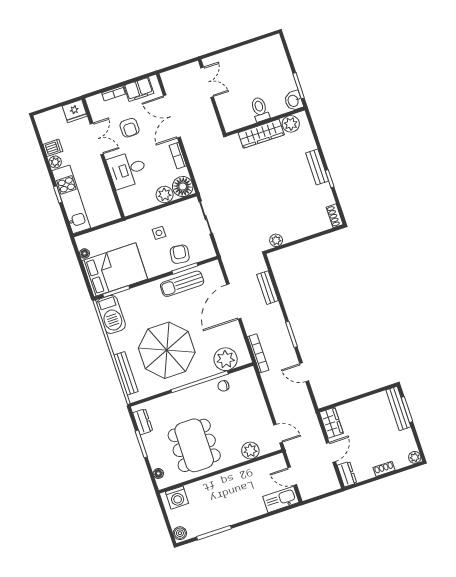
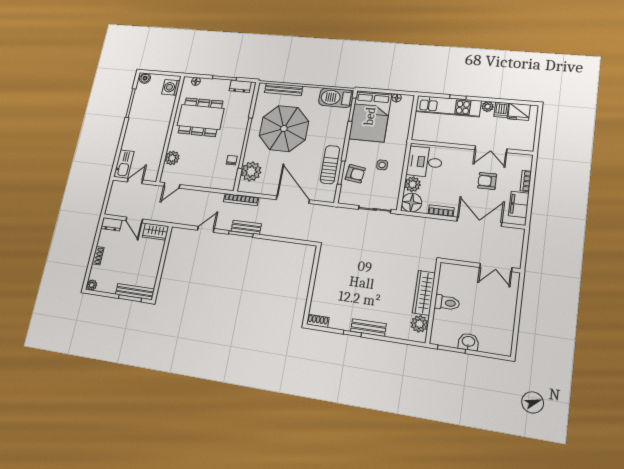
washbasin: (294, 101) -> (468, 342), moved
fridge: (75, 111) -> (519, 112), moved, turned -90
desk: (127, 170) -> (425, 162), moved, turned -90
plant: (276, 240) -> (324, 259), removed
bench: (268, 288) -> (246, 227), moved

